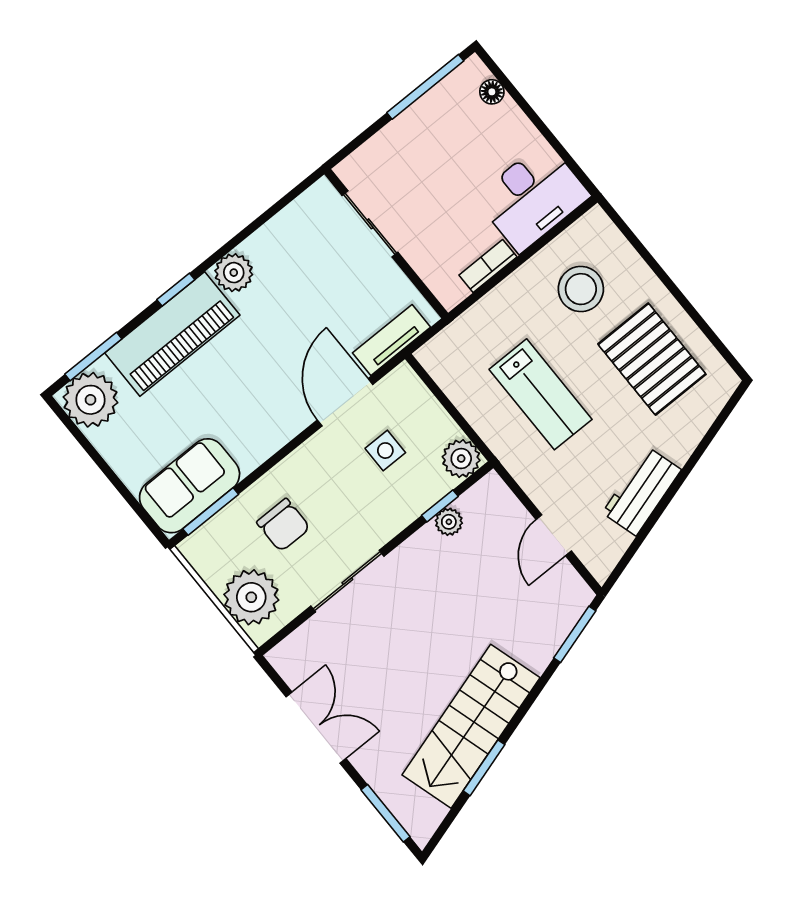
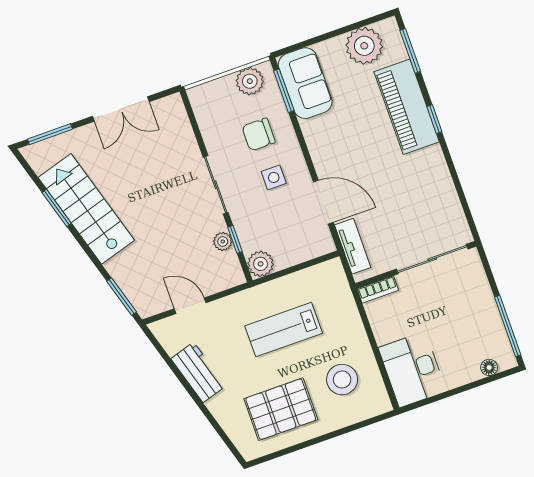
sliding door: (370, 224) -> (432, 259), width x1.37
bookcase: (488, 266) -> (378, 290), moved, turned 90
plant: (234, 273) -> (432, 160), removed
plant: (91, 400) -> (364, 46), moved
side table: (385, 451) -> (274, 177), moved
sliding door: (347, 581) -> (216, 185), moved
plant: (251, 597) -> (250, 81), moved, width x0.73, depth x0.73

